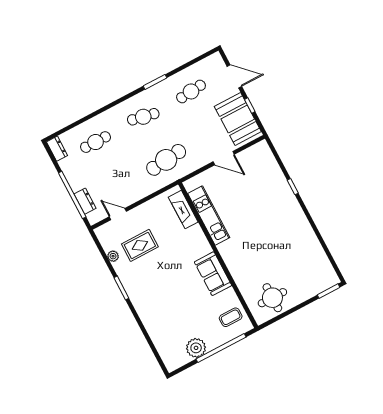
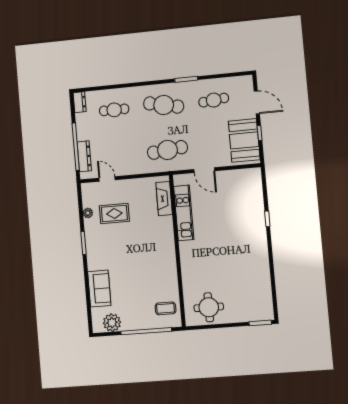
cafe table: (143, 117) -> (164, 105), width x1.37, depth x1.35
door: (224, 158) -> (204, 170), moved
dresser: (85, 201) -> (84, 156), width x1.44
sofa: (213, 274) -> (99, 289), moved, turned 180
plant: (196, 348) -> (112, 323), moved

